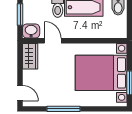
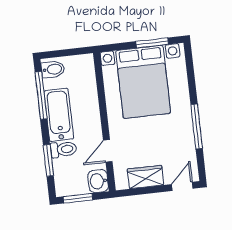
wardrobe: (30, 56) -> (145, 177), moved

